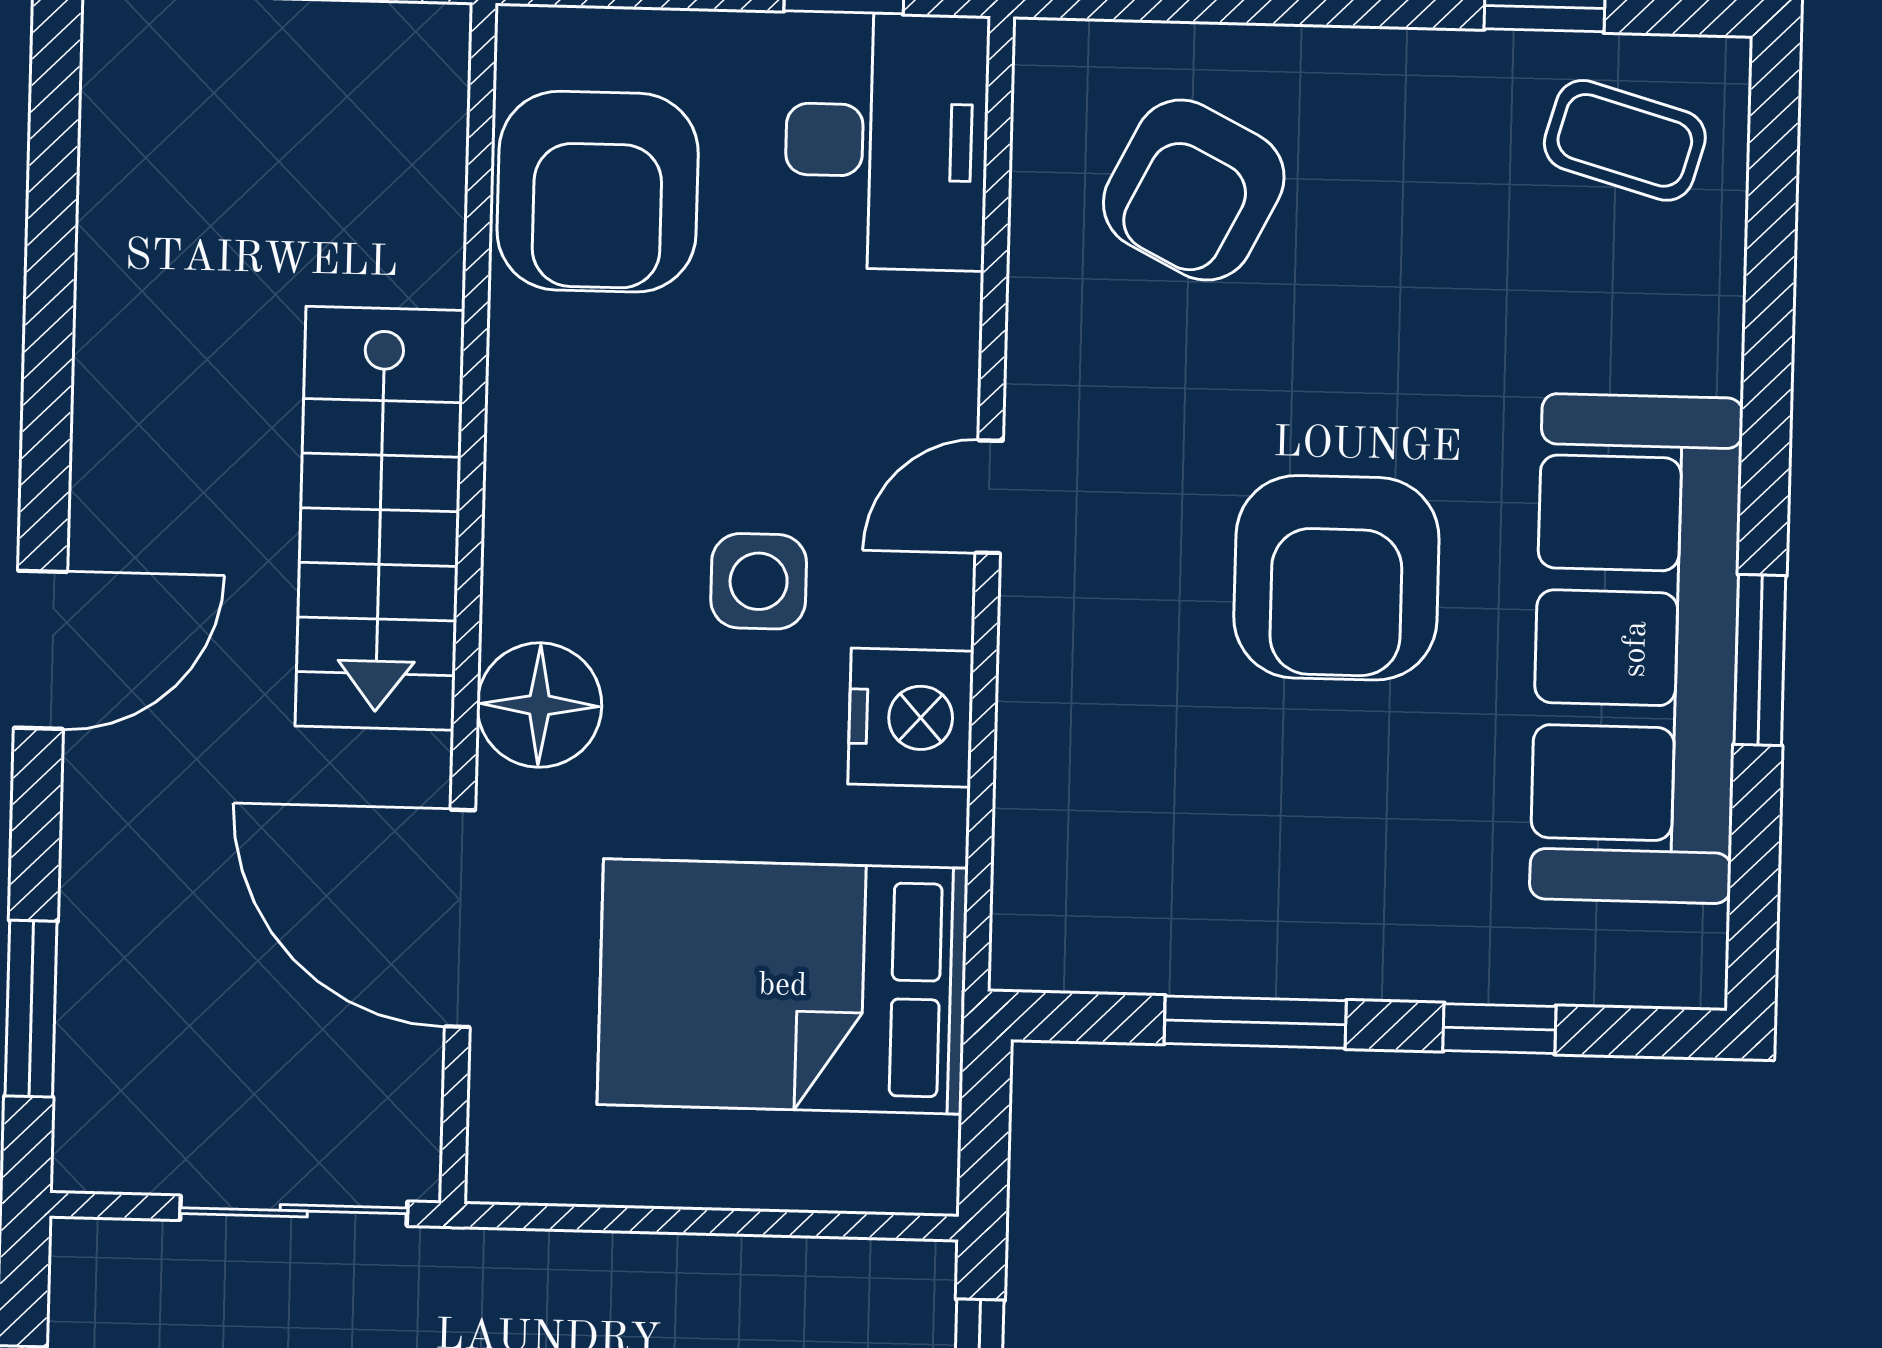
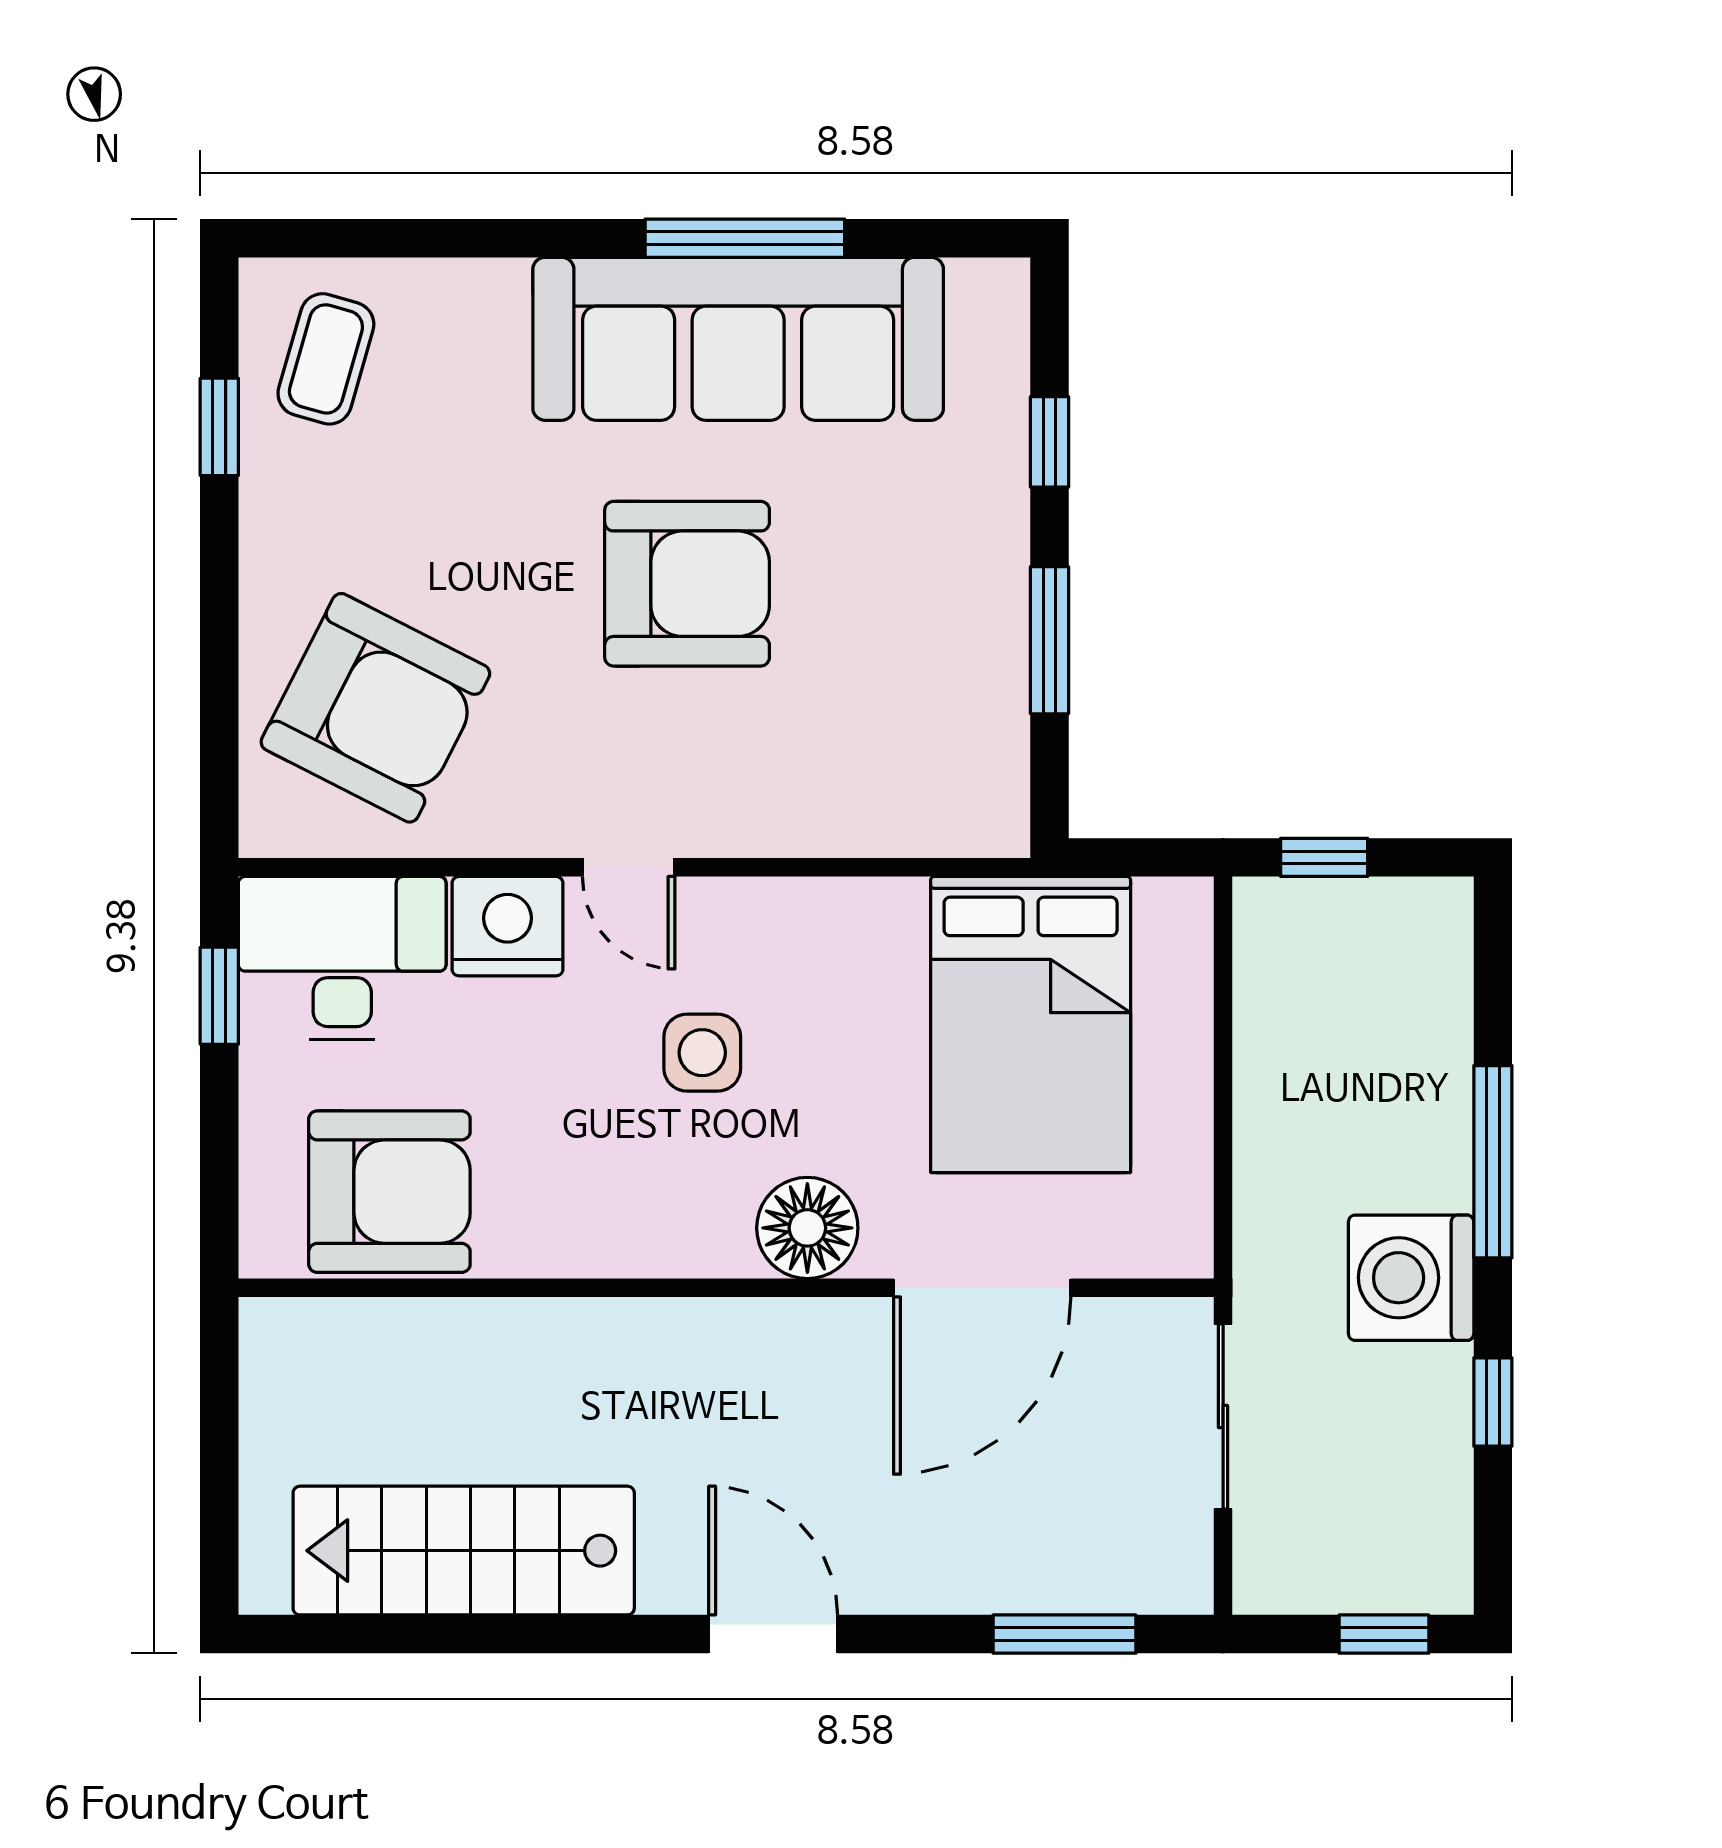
armchair: (1194, 190) -> (375, 708), width x1.36, depth x1.36
stairs: (380, 518) -> (464, 1551), moved, turned 180
window: (1760, 660) -> (745, 238), width x1.44
nightstand: (911, 718) -> (508, 926), moved

